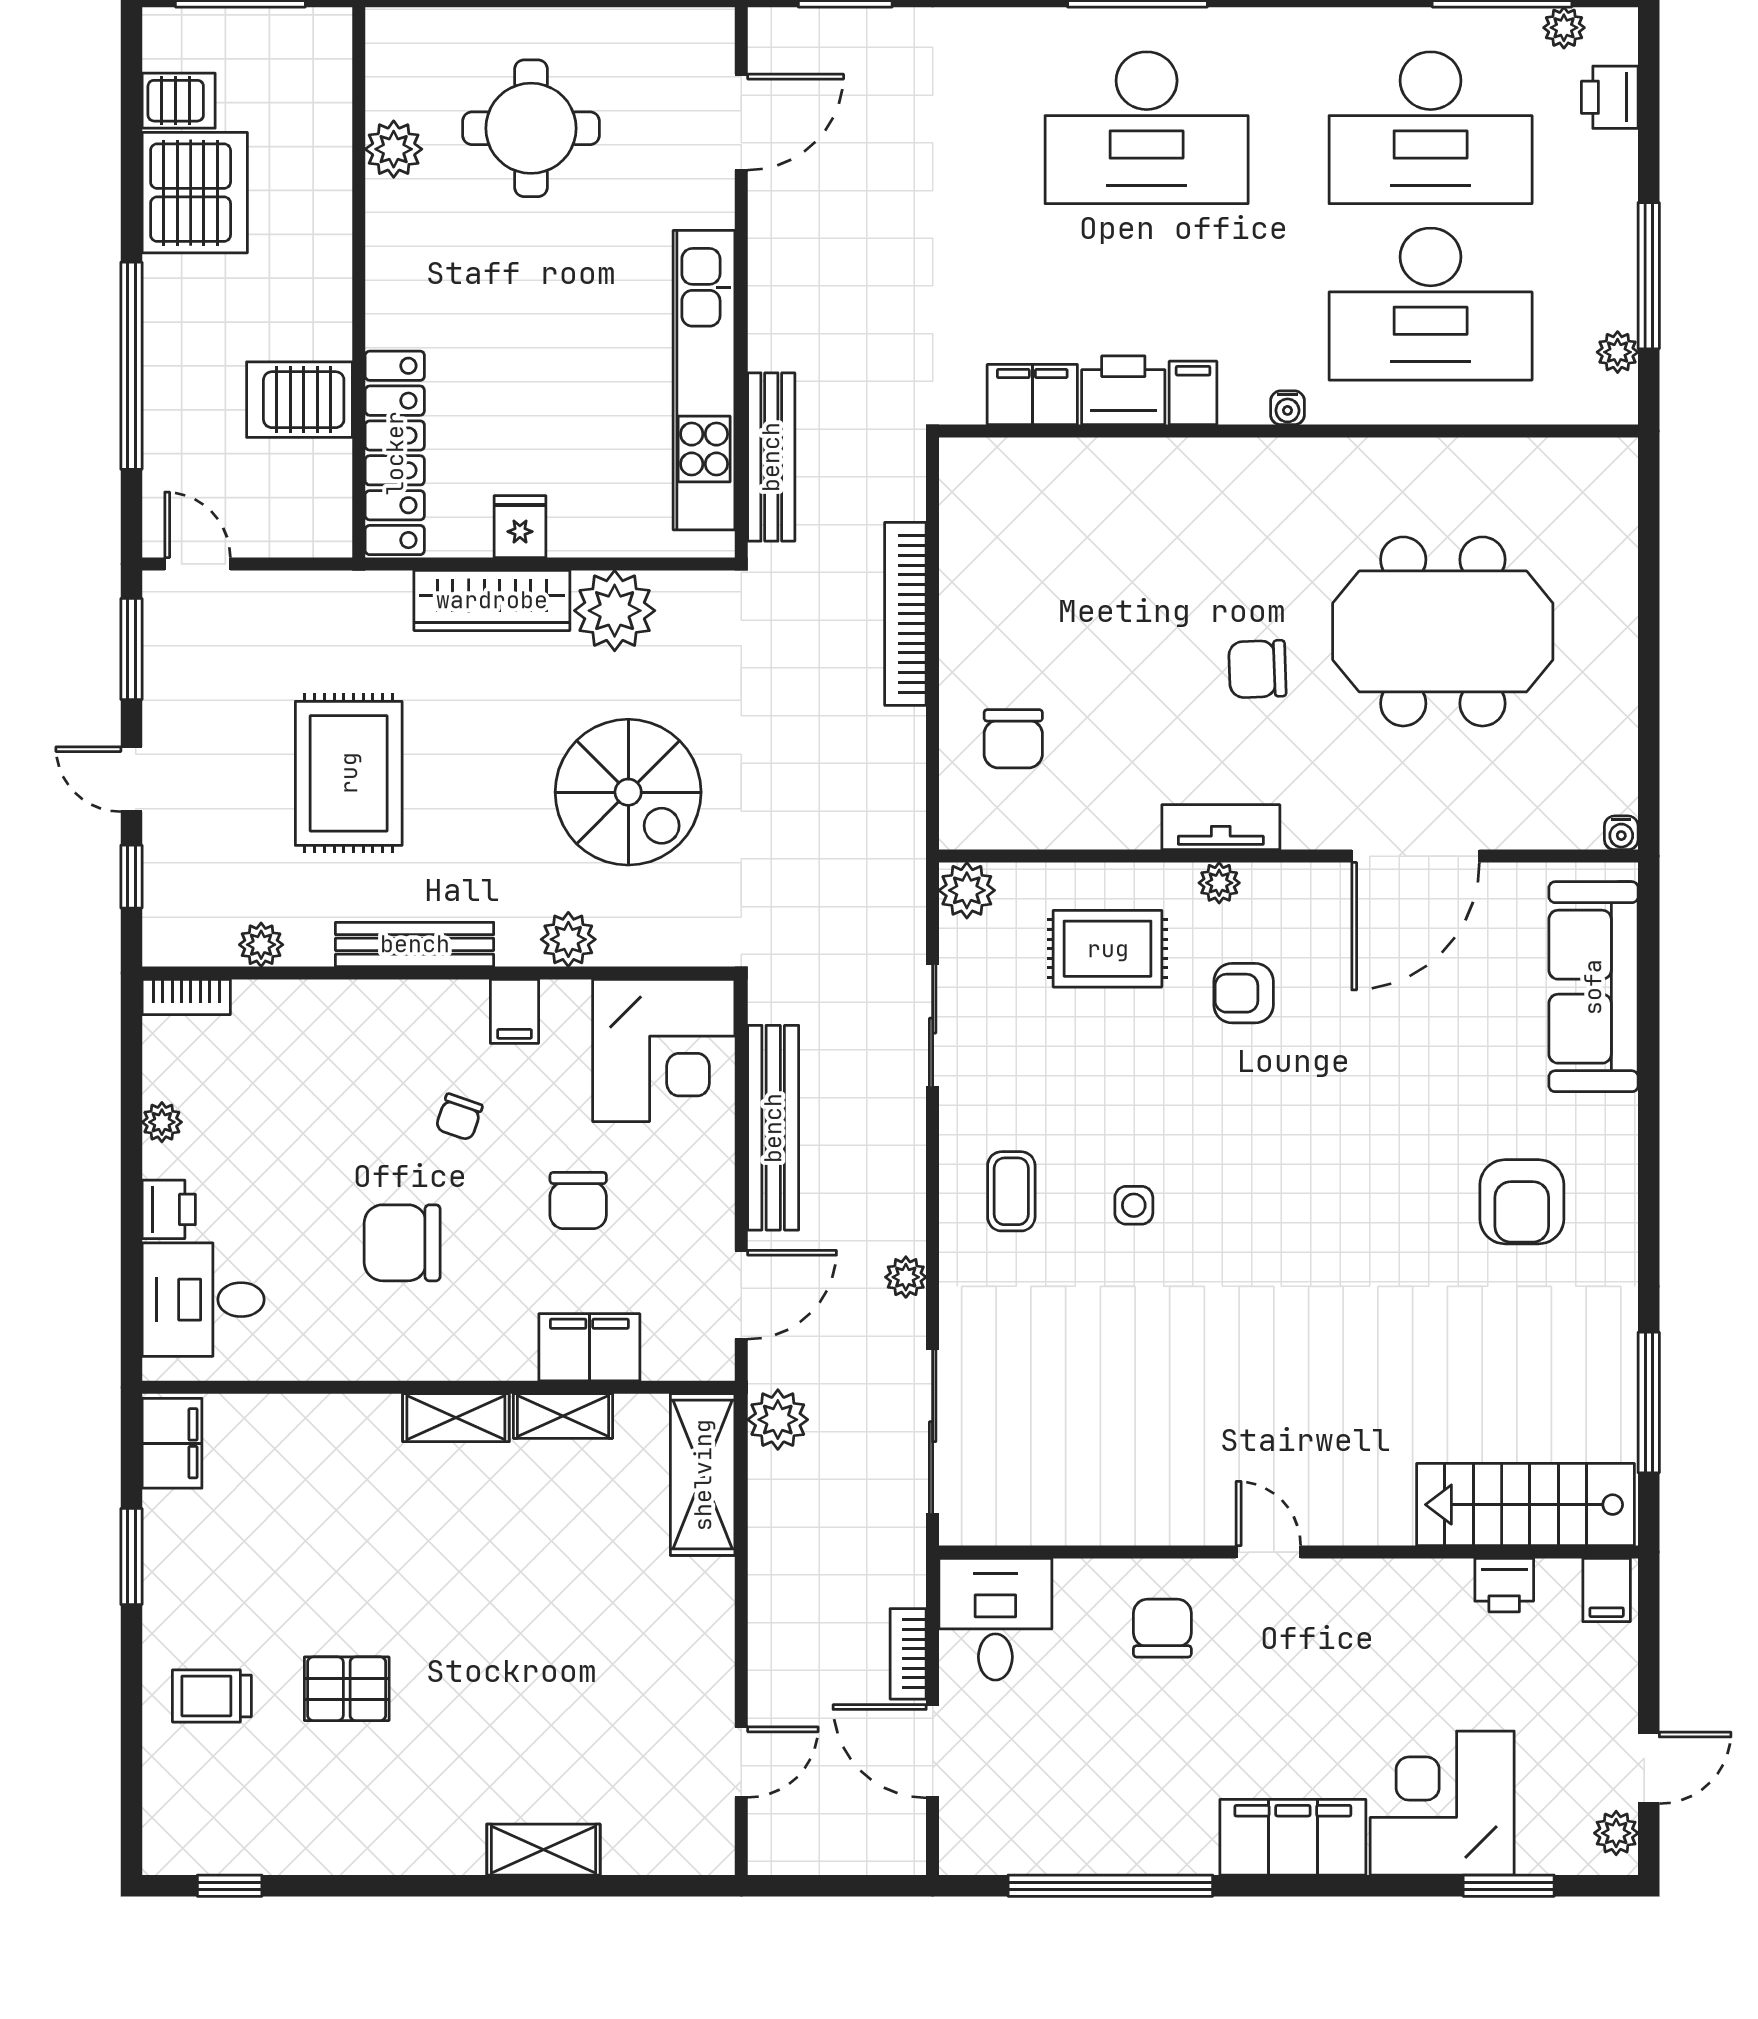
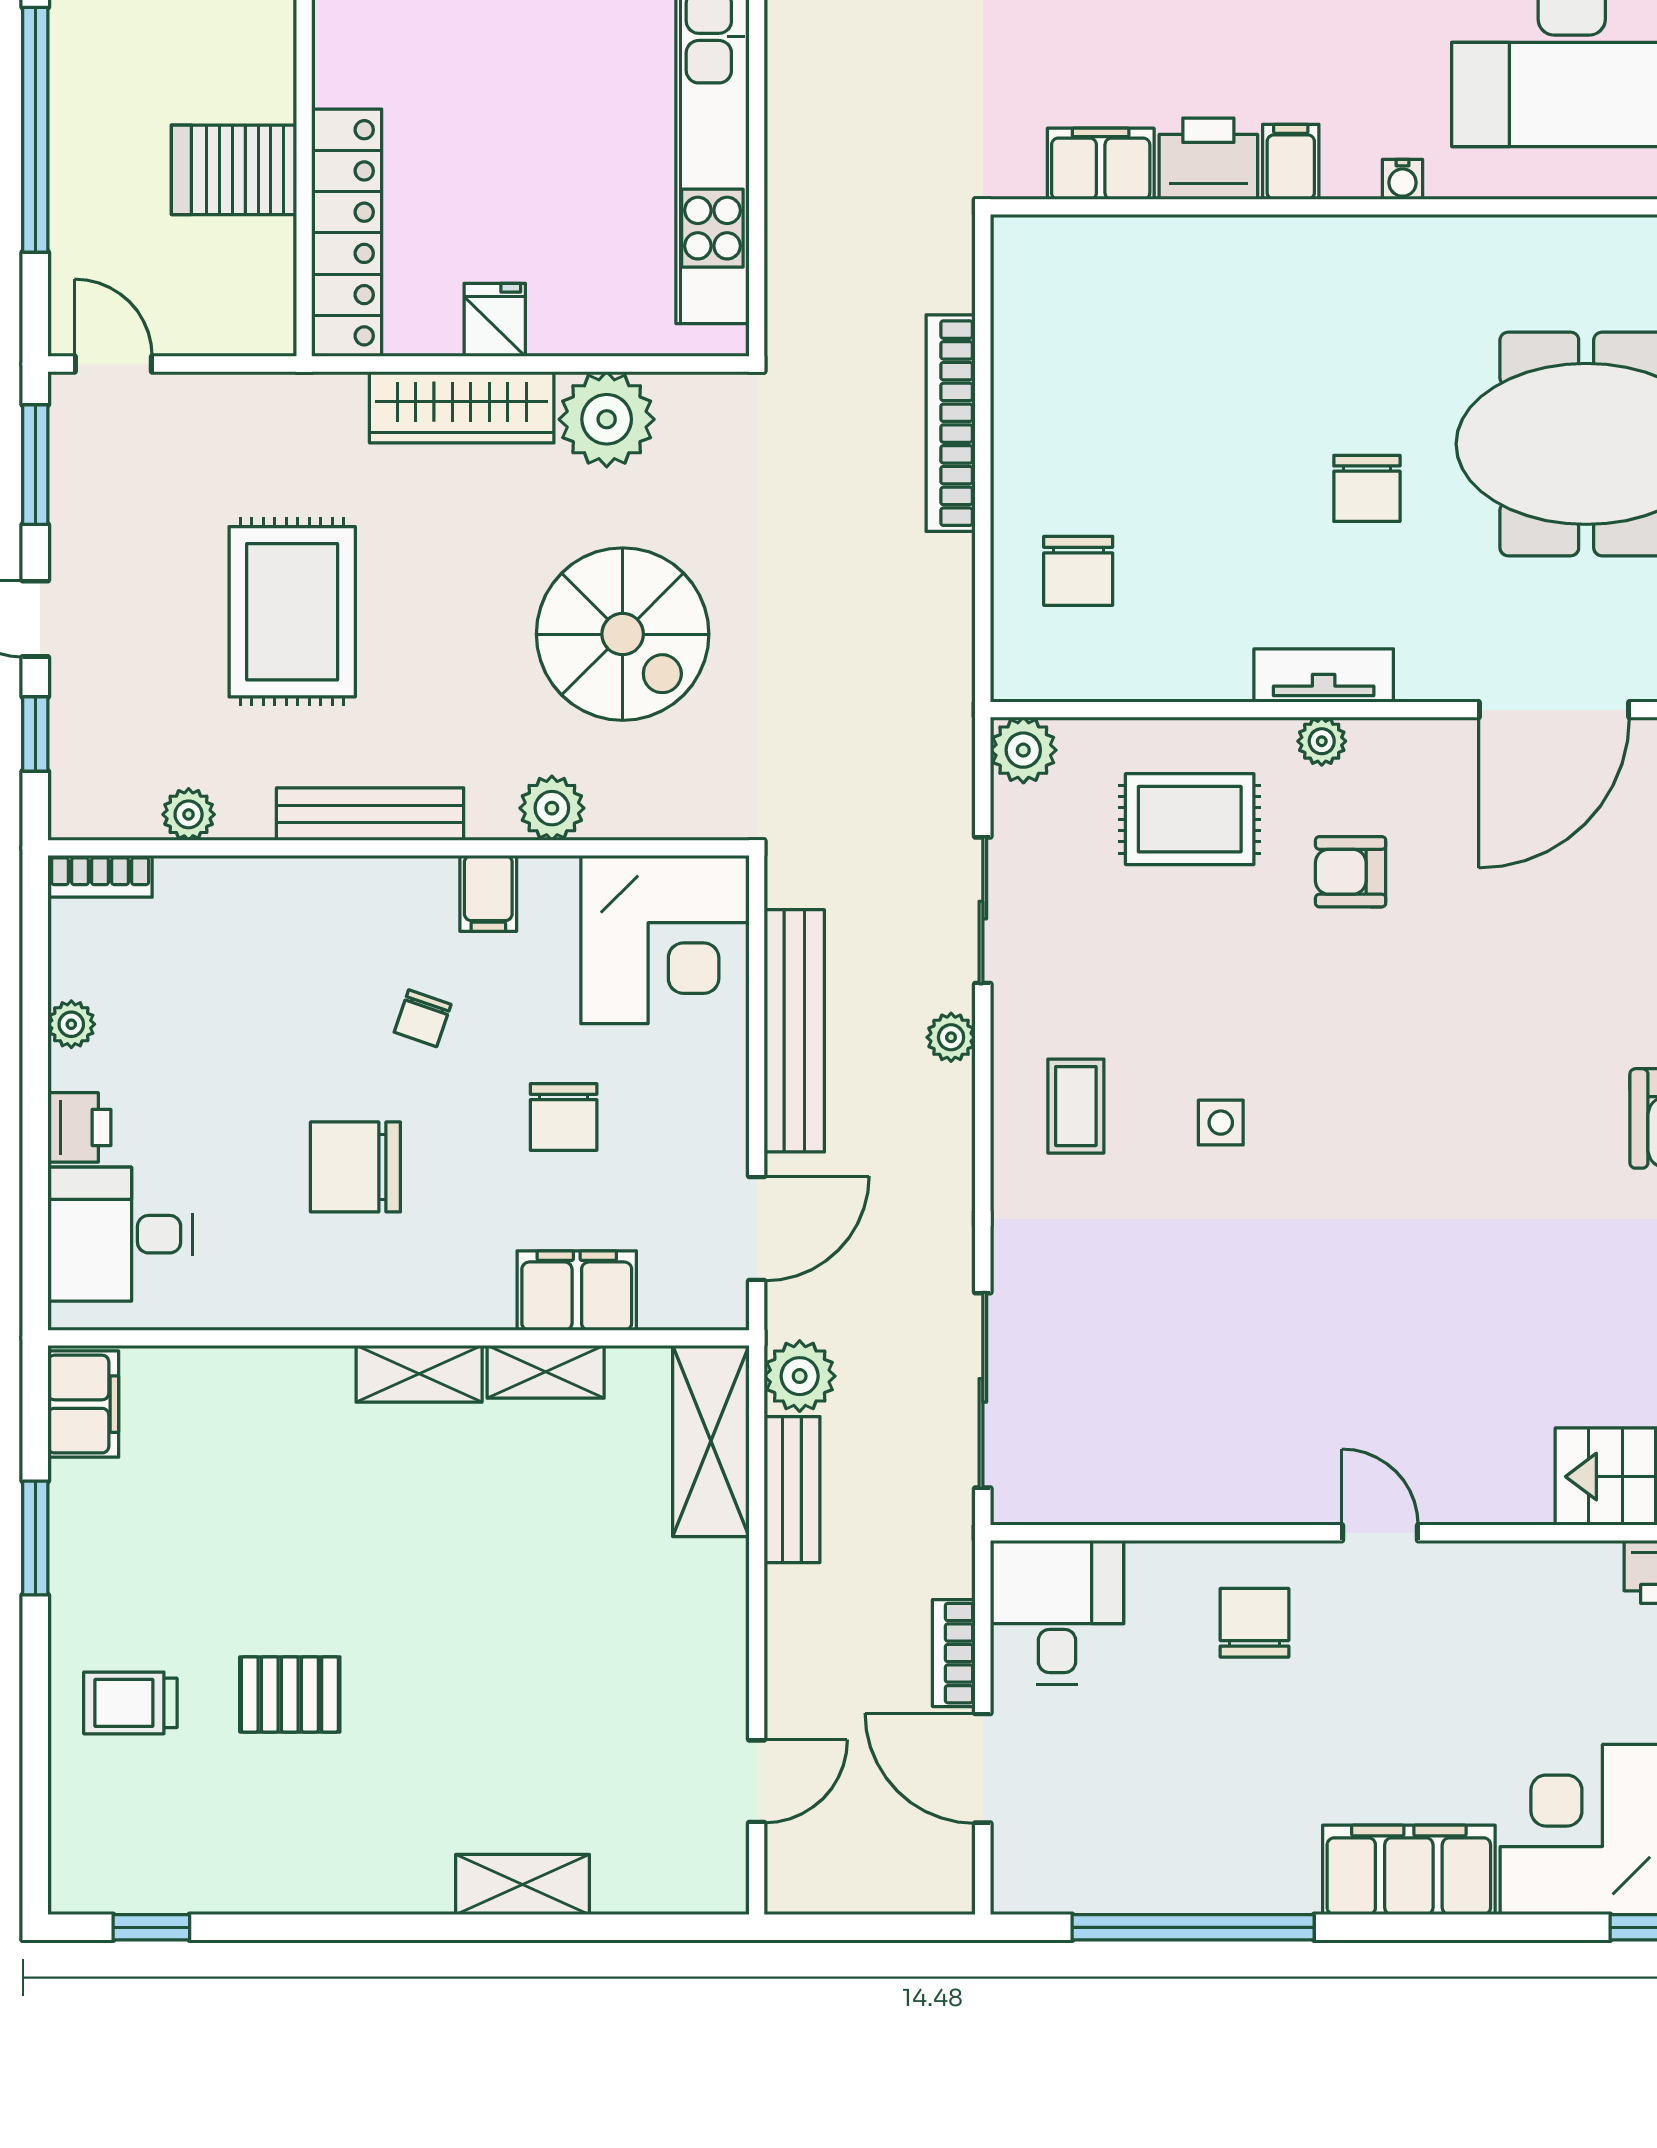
bench: (771, 457) -> (792, 1490), moved, width x0.73
chair: (1257, 669) -> (1367, 488), turned -88
plant: (906, 1277) -> (951, 1037), moved

